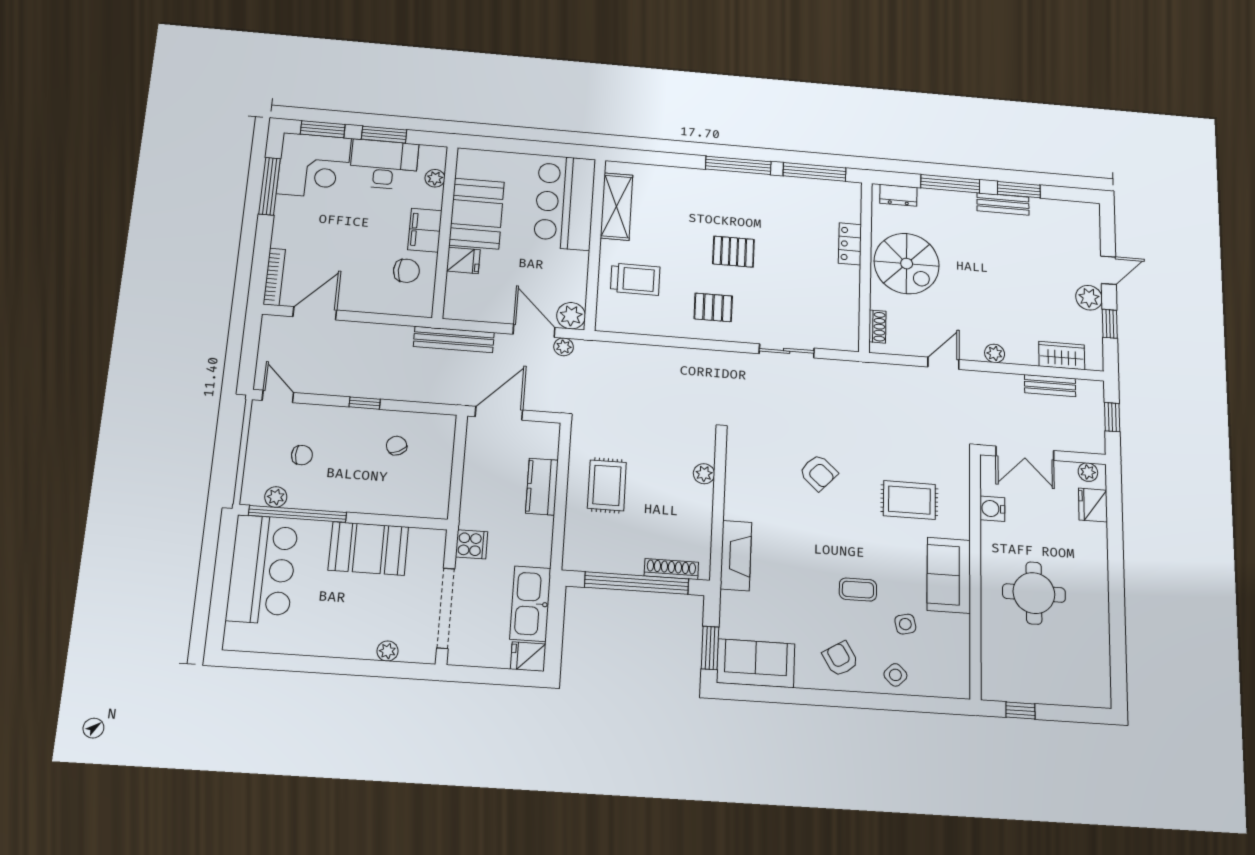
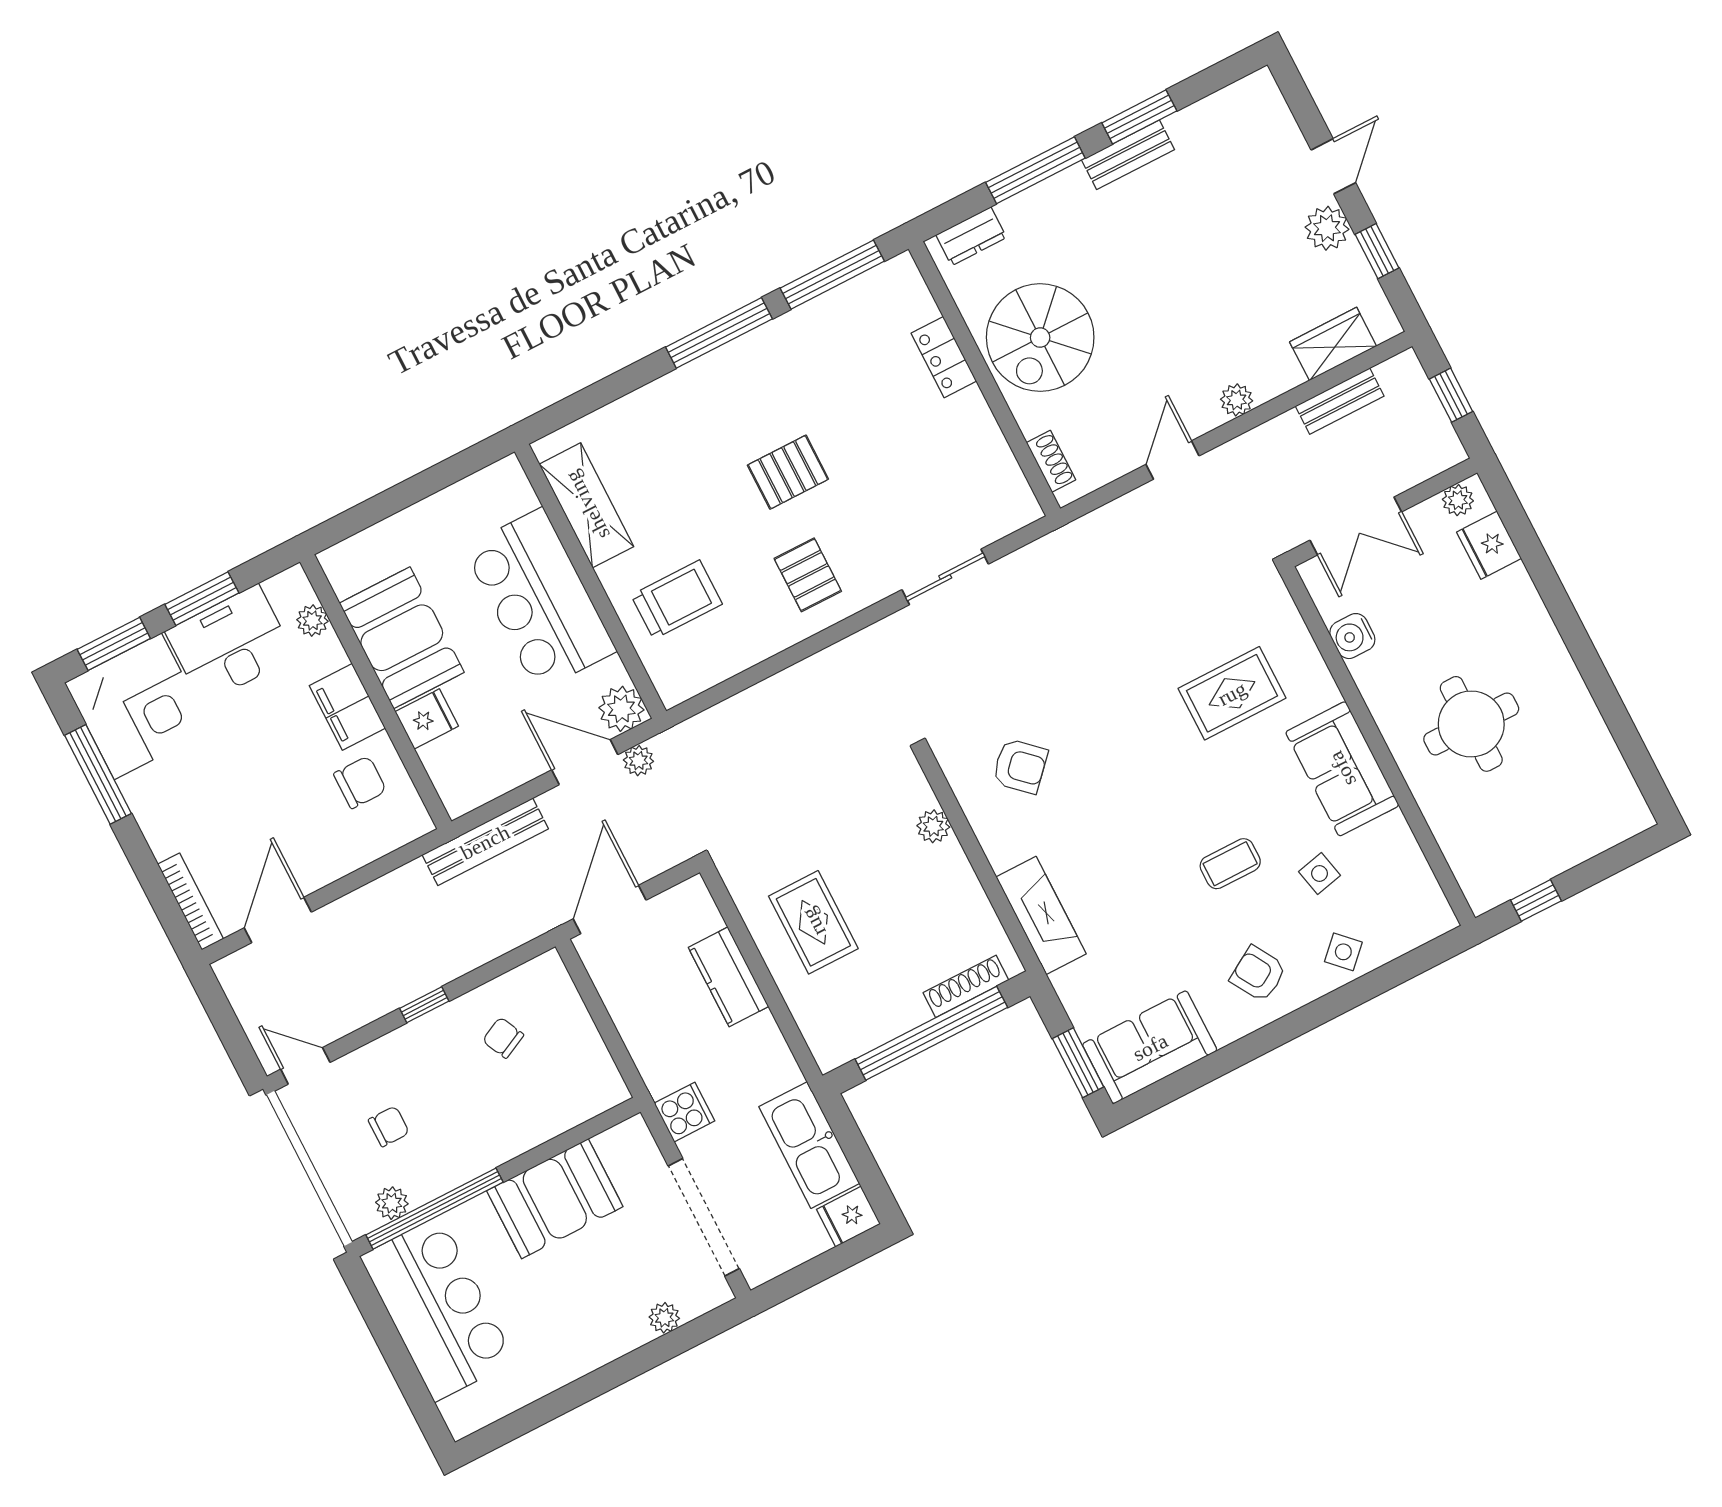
bar counter: (565, 203) -> (540, 599), moved
spiral stairs: (907, 264) -> (1040, 338), turned 90
pallet: (713, 307) -> (808, 575), turned 90
armchair: (818, 473) -> (1020, 766), moved

